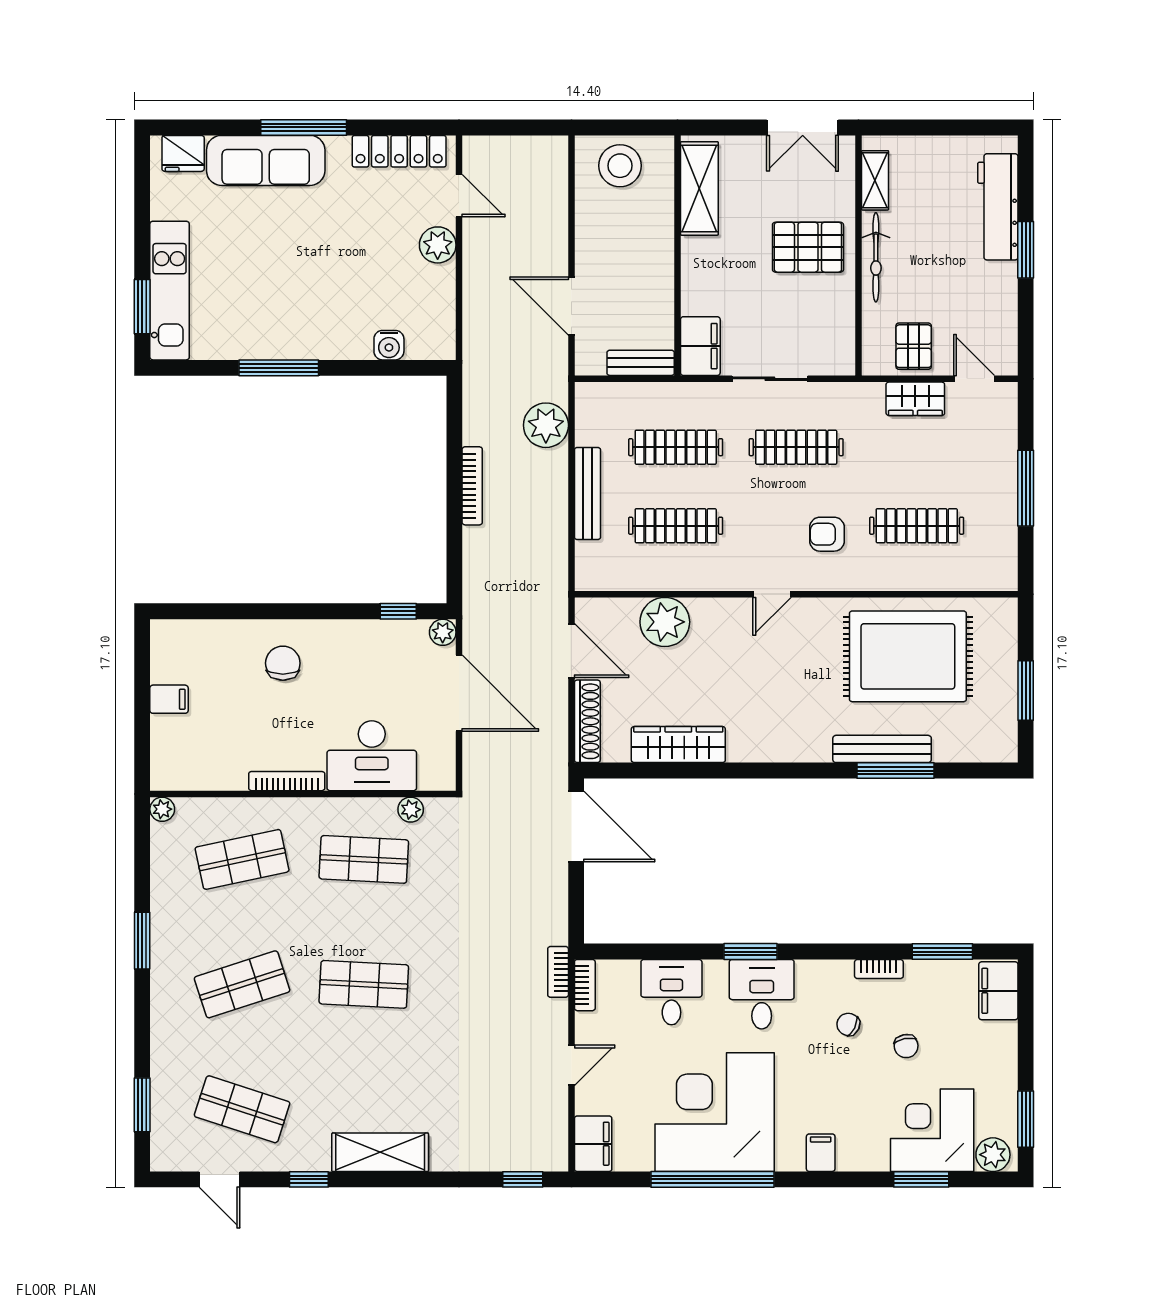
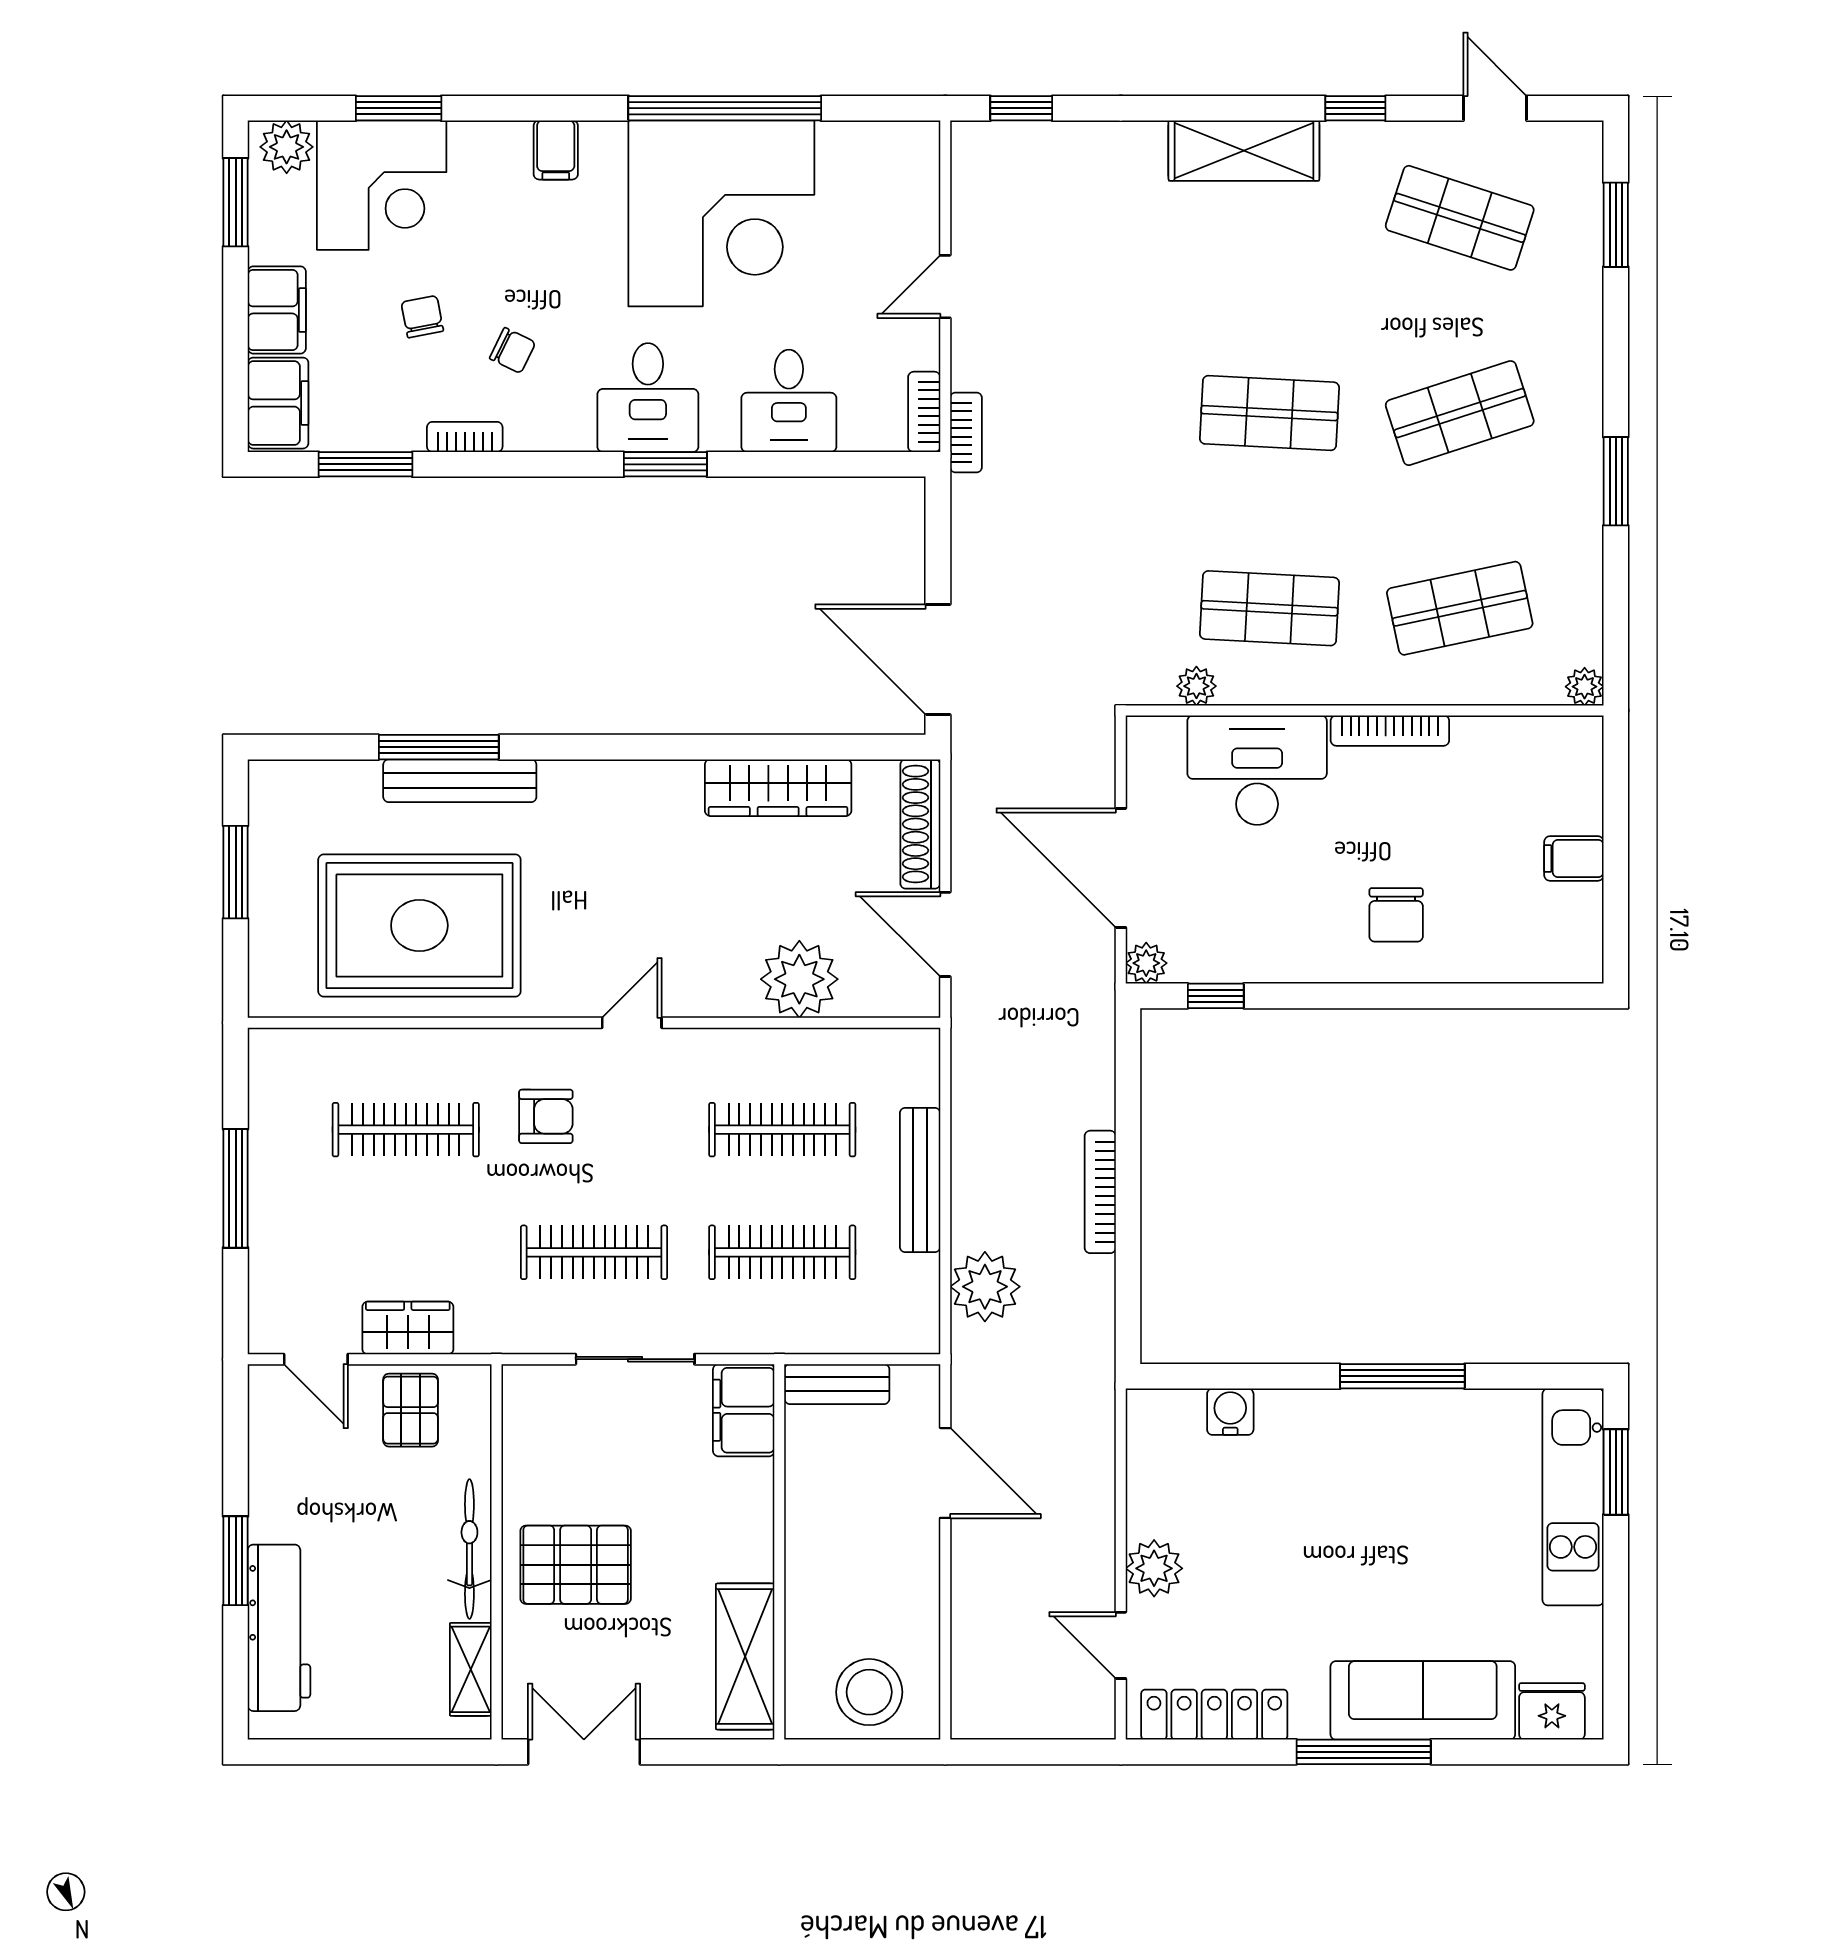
filing cabinet: (593, 1144) -> (277, 310), moved, turned 180

